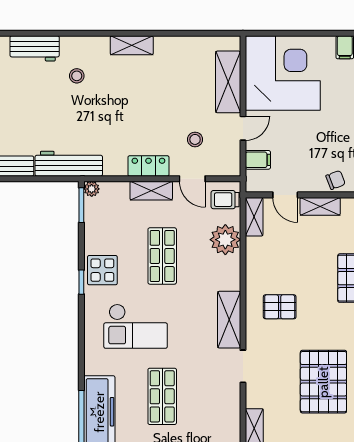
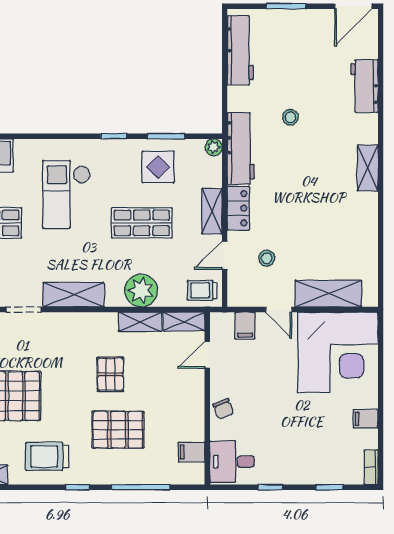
shelving: (132, 45) -> (368, 168), moved
stool: (77, 76) -> (290, 117), moved
workbench: (69, 164) -> (241, 149), moved
trolley: (225, 200) -> (202, 290), turned -90
window: (81, 205) -> (166, 136), moved
shelving: (320, 206) -> (140, 322), moved, turned 90
plant: (225, 240) -> (141, 291), moved
display table: (102, 270) -> (158, 167), moved
pallet: (280, 307) -> (110, 374), moved

